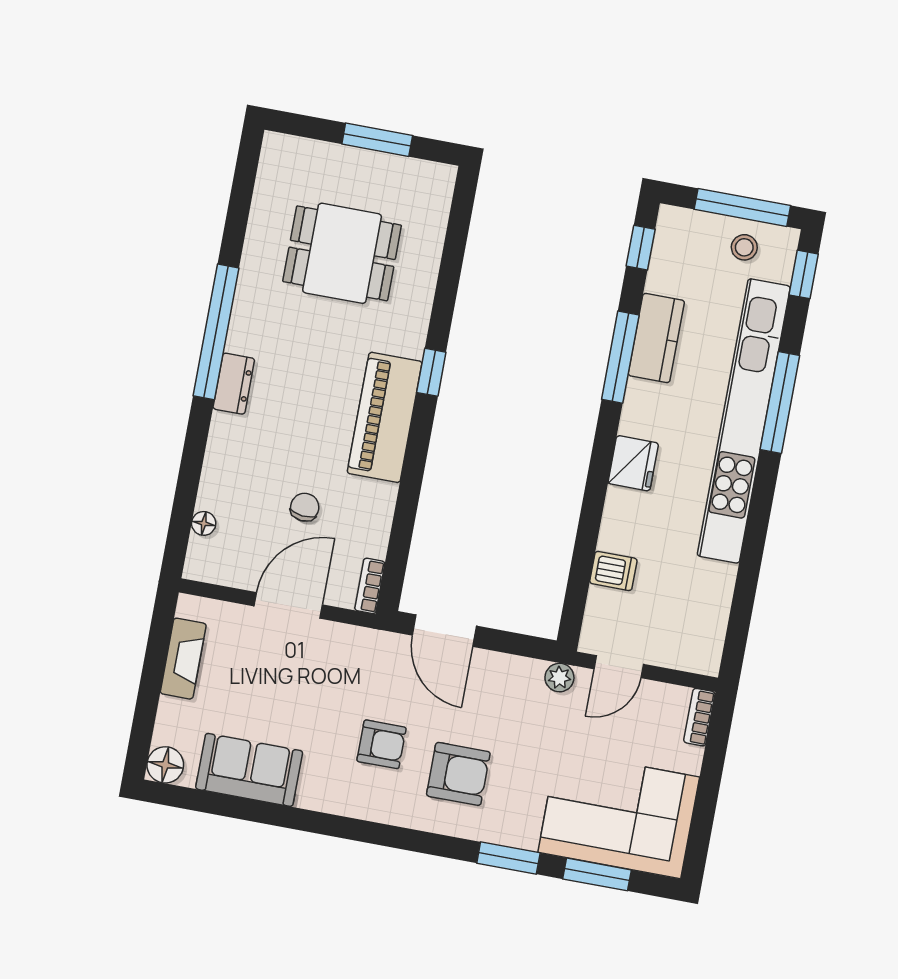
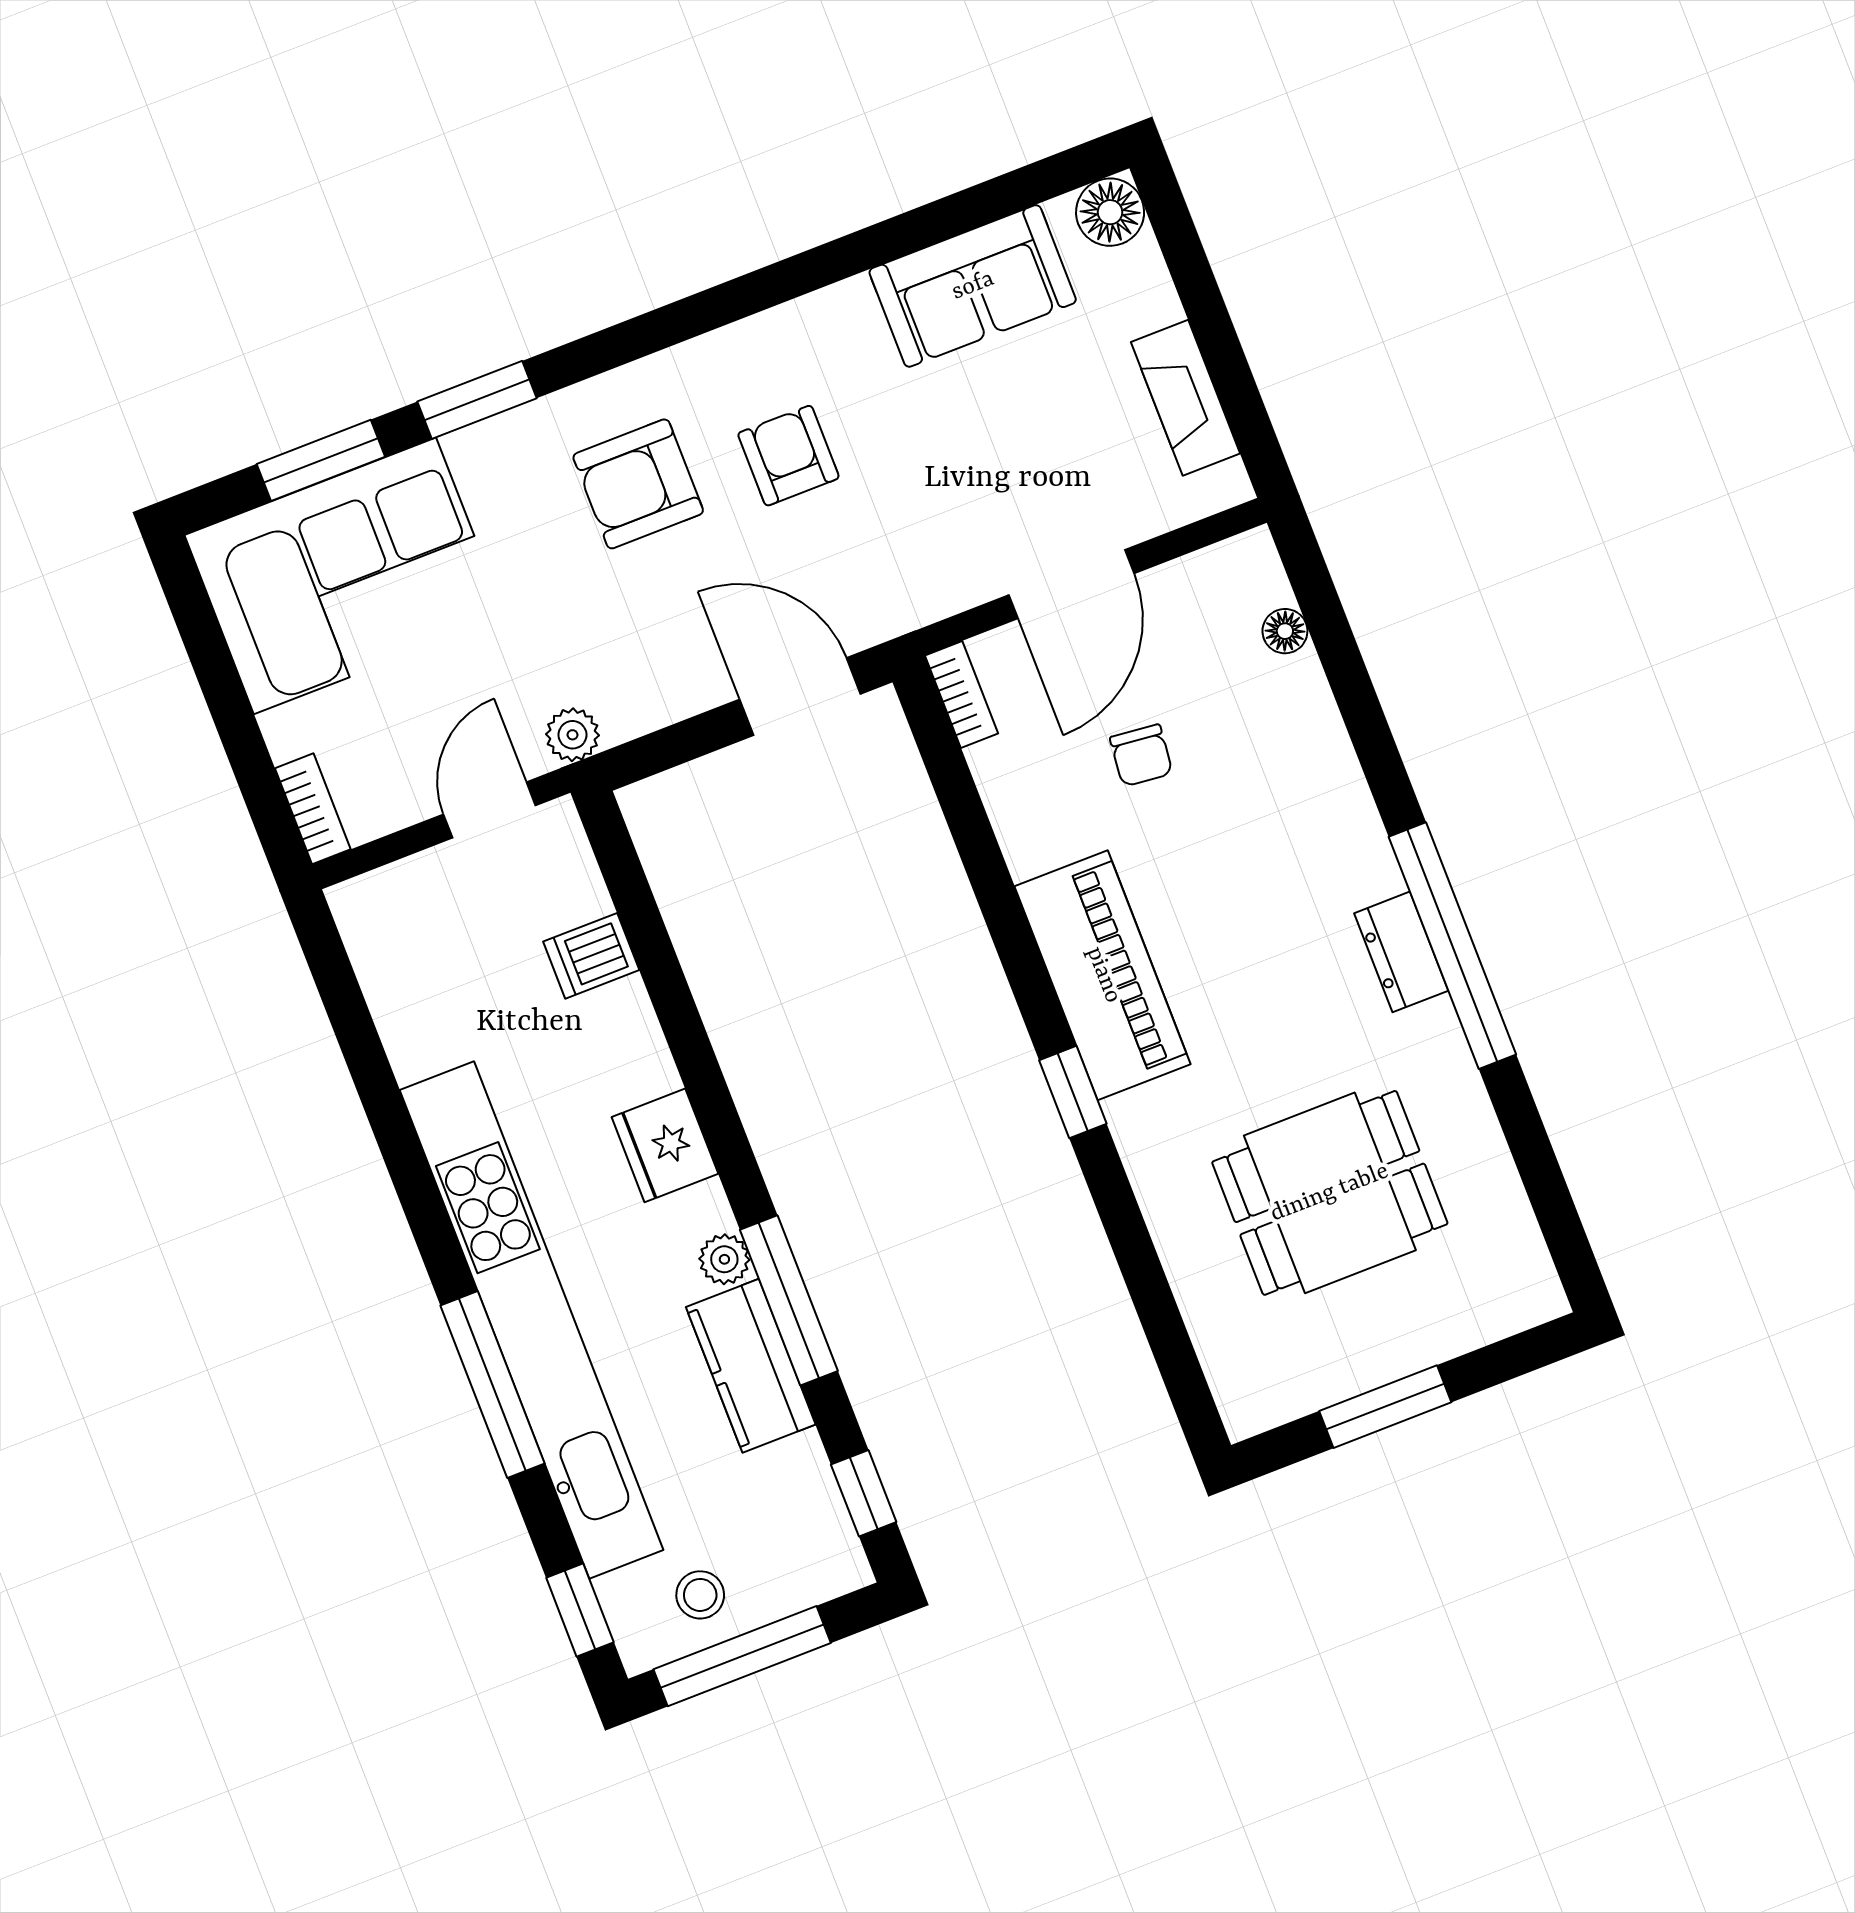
dresser: (234, 384) -> (1401, 952), moved
plant: (638, 394) -> (724, 1259), added
armchair: (381, 744) -> (788, 456), turned 90

